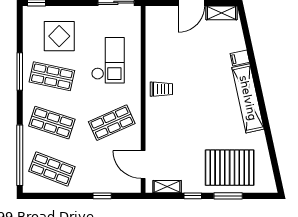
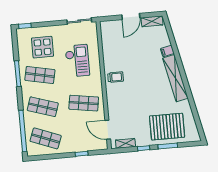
shop shelf: (112, 123) -> (84, 103), turned 33

